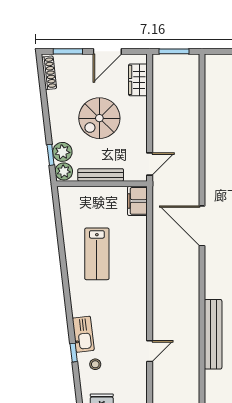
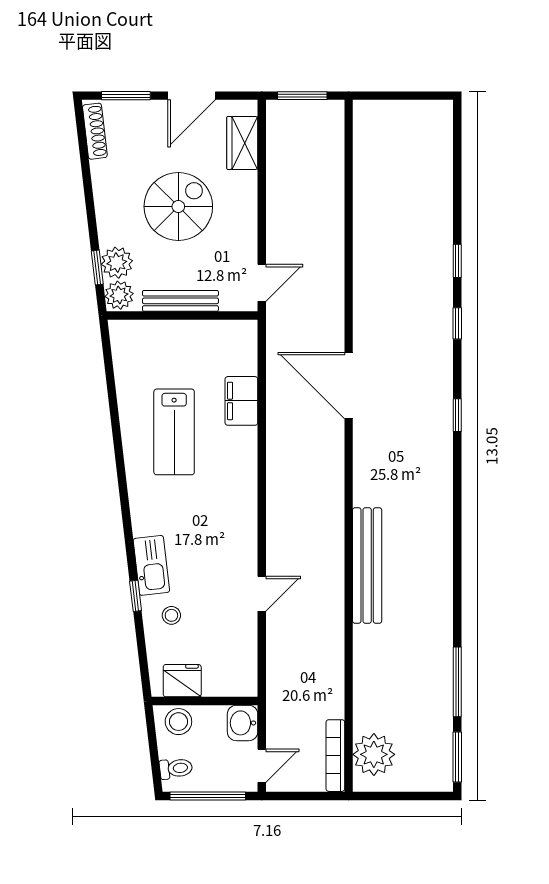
spiral stairs: (99, 118) -> (178, 206), turned 180
filing cabinet: (137, 201) -> (241, 401), moved

